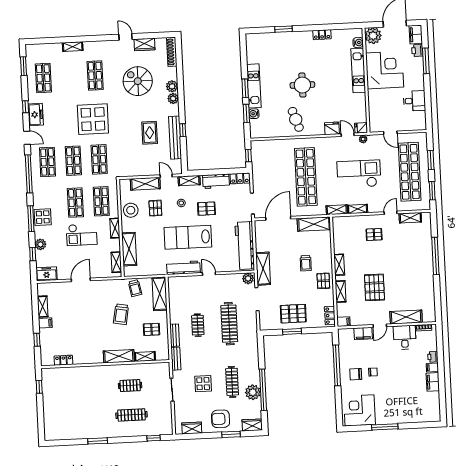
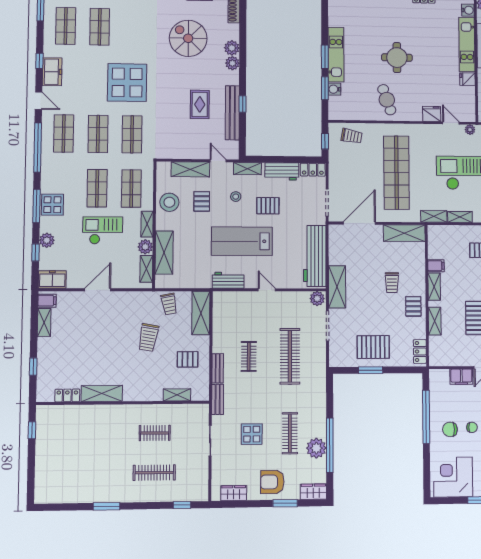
shop shelf: (95, 75) -> (100, 27), moved
fridge: (361, 128) -> (467, 79), moved
trolley: (269, 150) -> (352, 136), added
checkout: (82, 235) -> (103, 230), turned 180
plant: (115, 245) -> (145, 247), added
workbench: (183, 268) -> (228, 280), width x0.73
filing cabinet: (344, 322) -> (436, 266), moved
filing cabinet: (45, 323) -> (47, 301), moved
shelving: (119, 356) -> (102, 394), moved

